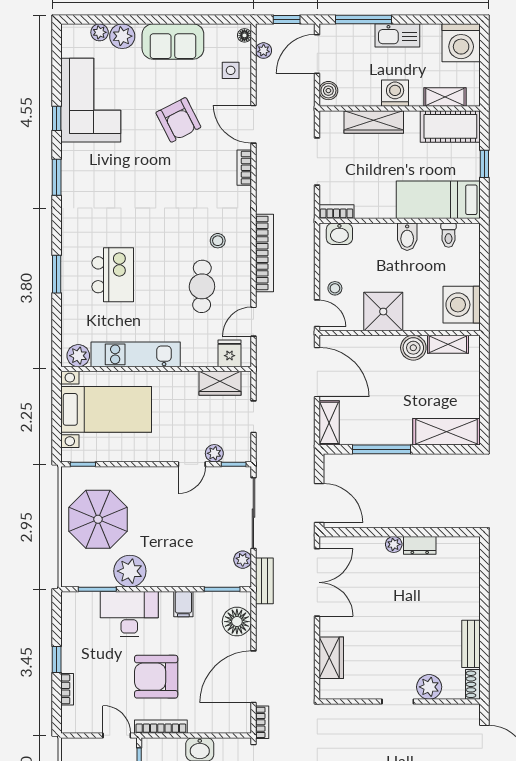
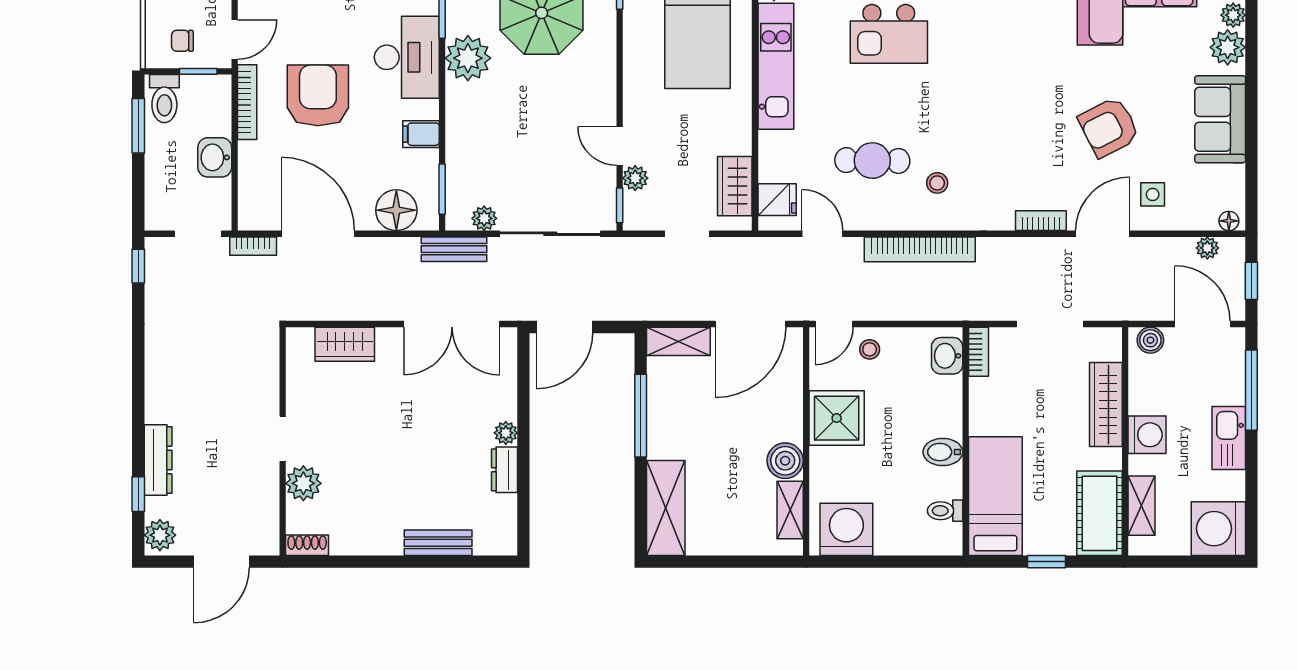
side table: (231, 70) -> (1153, 194), moved
bench: (471, 644) -> (438, 543), moved

